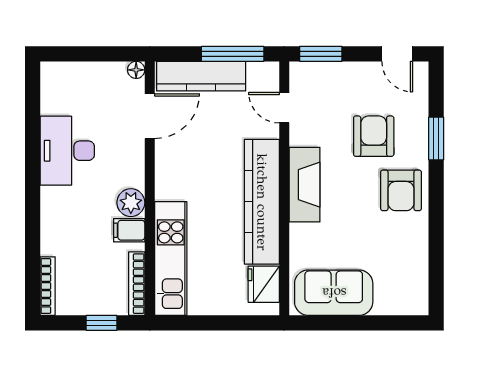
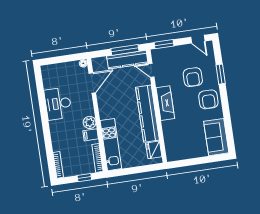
kitchen counter: (201, 76) -> (127, 60), moved
armchair: (374, 136) -> (193, 77), turned 180
sofa: (334, 293) -> (216, 137), moved, turned -90

